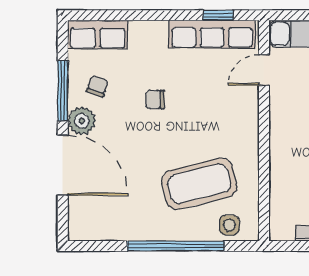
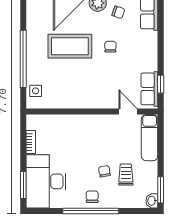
row of seats: (212, 34) -> (149, 89), width x0.68
coffee table: (199, 184) -> (70, 46), moved, turned -76

